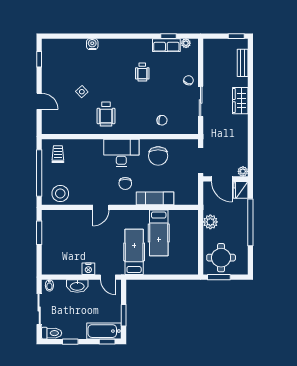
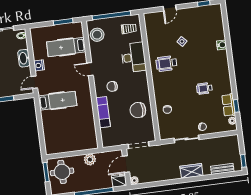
desk: (121, 153) -> (134, 57), moved
hospital bed: (159, 233) -> (66, 47), moved

